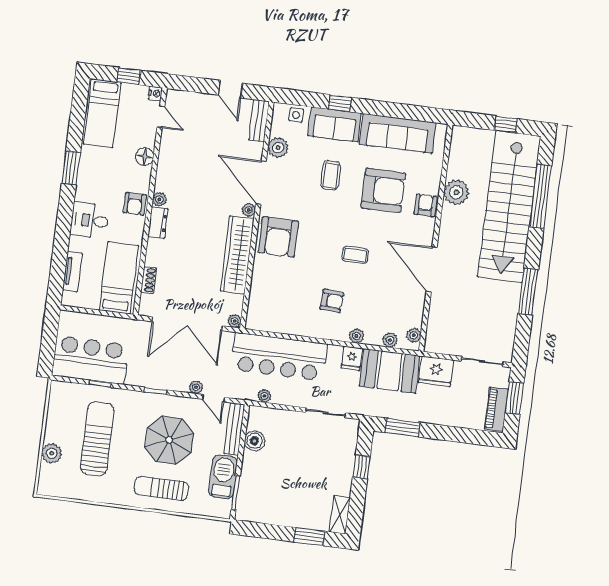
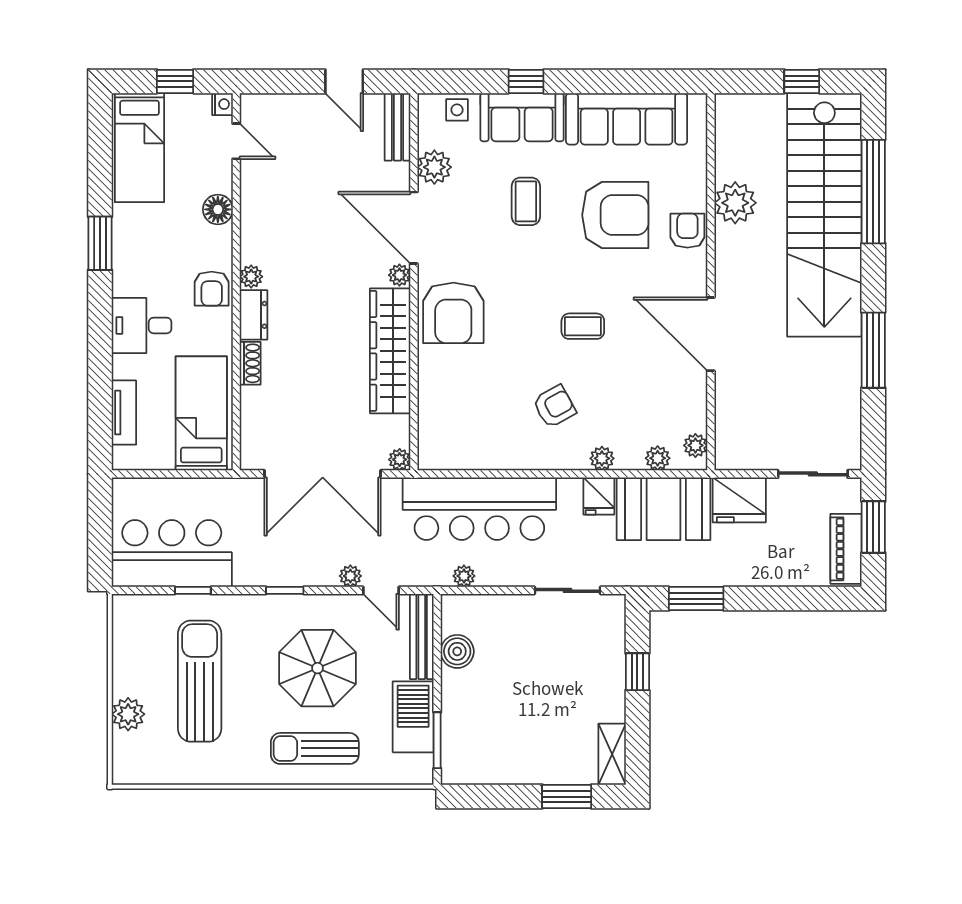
shoe rack: (148, 280) -> (250, 363), moved
armchair: (332, 301) -> (554, 406), turned -33

